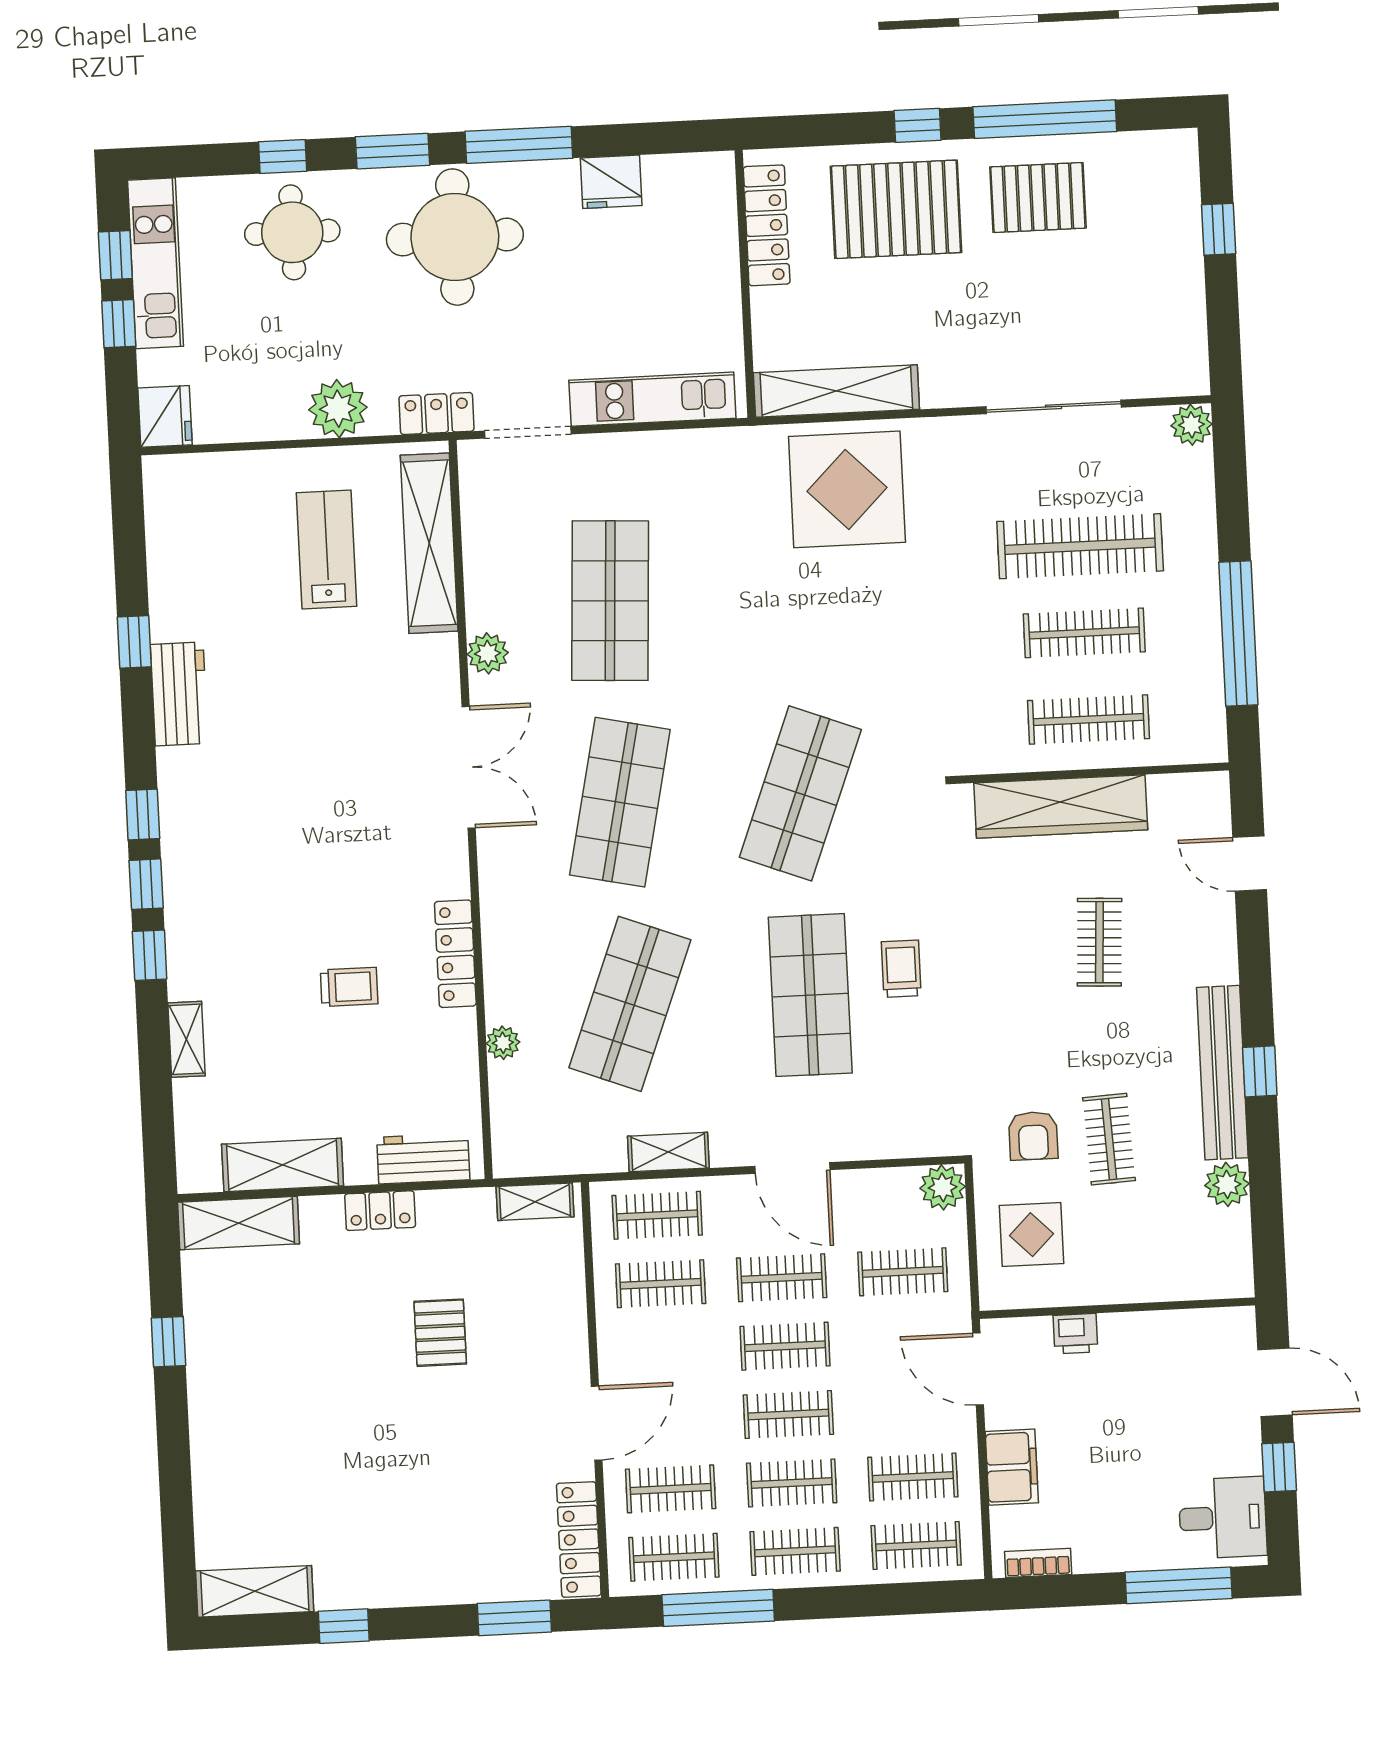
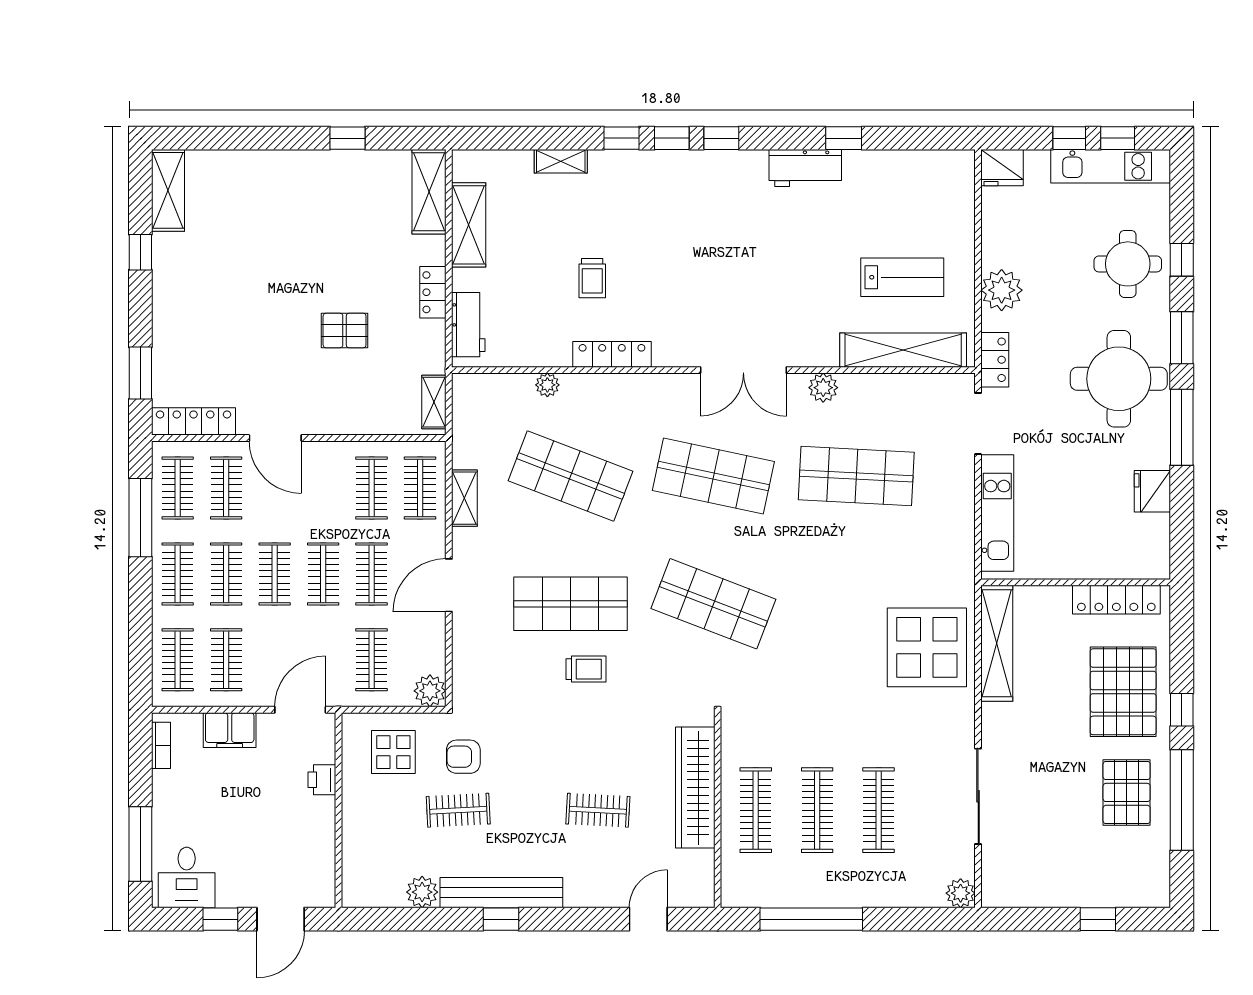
clothes rail: (1080, 546) -> (879, 810), width x0.73, depth x0.76

